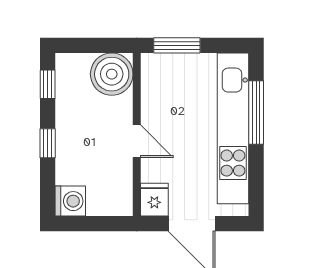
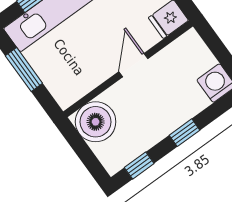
window: (177, 45) -> (24, 69), moved

